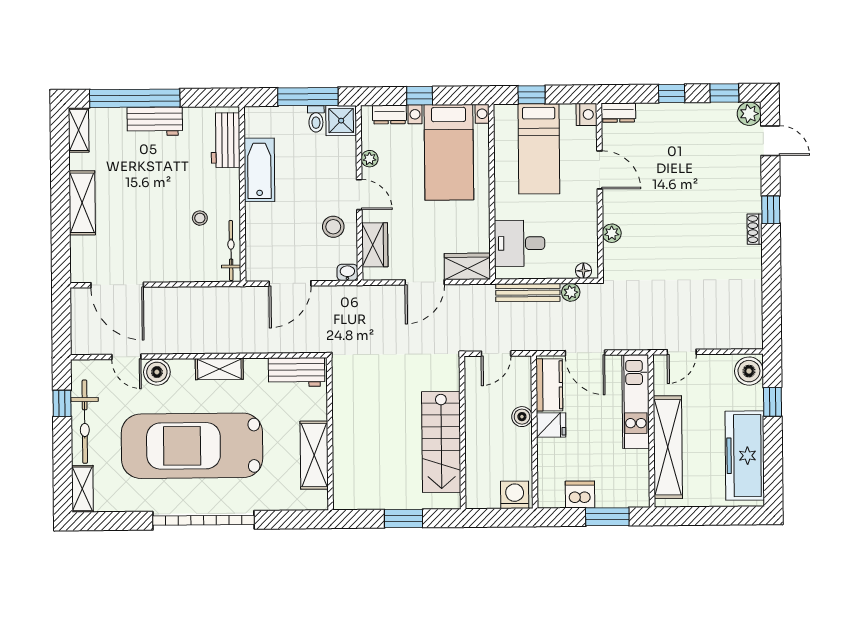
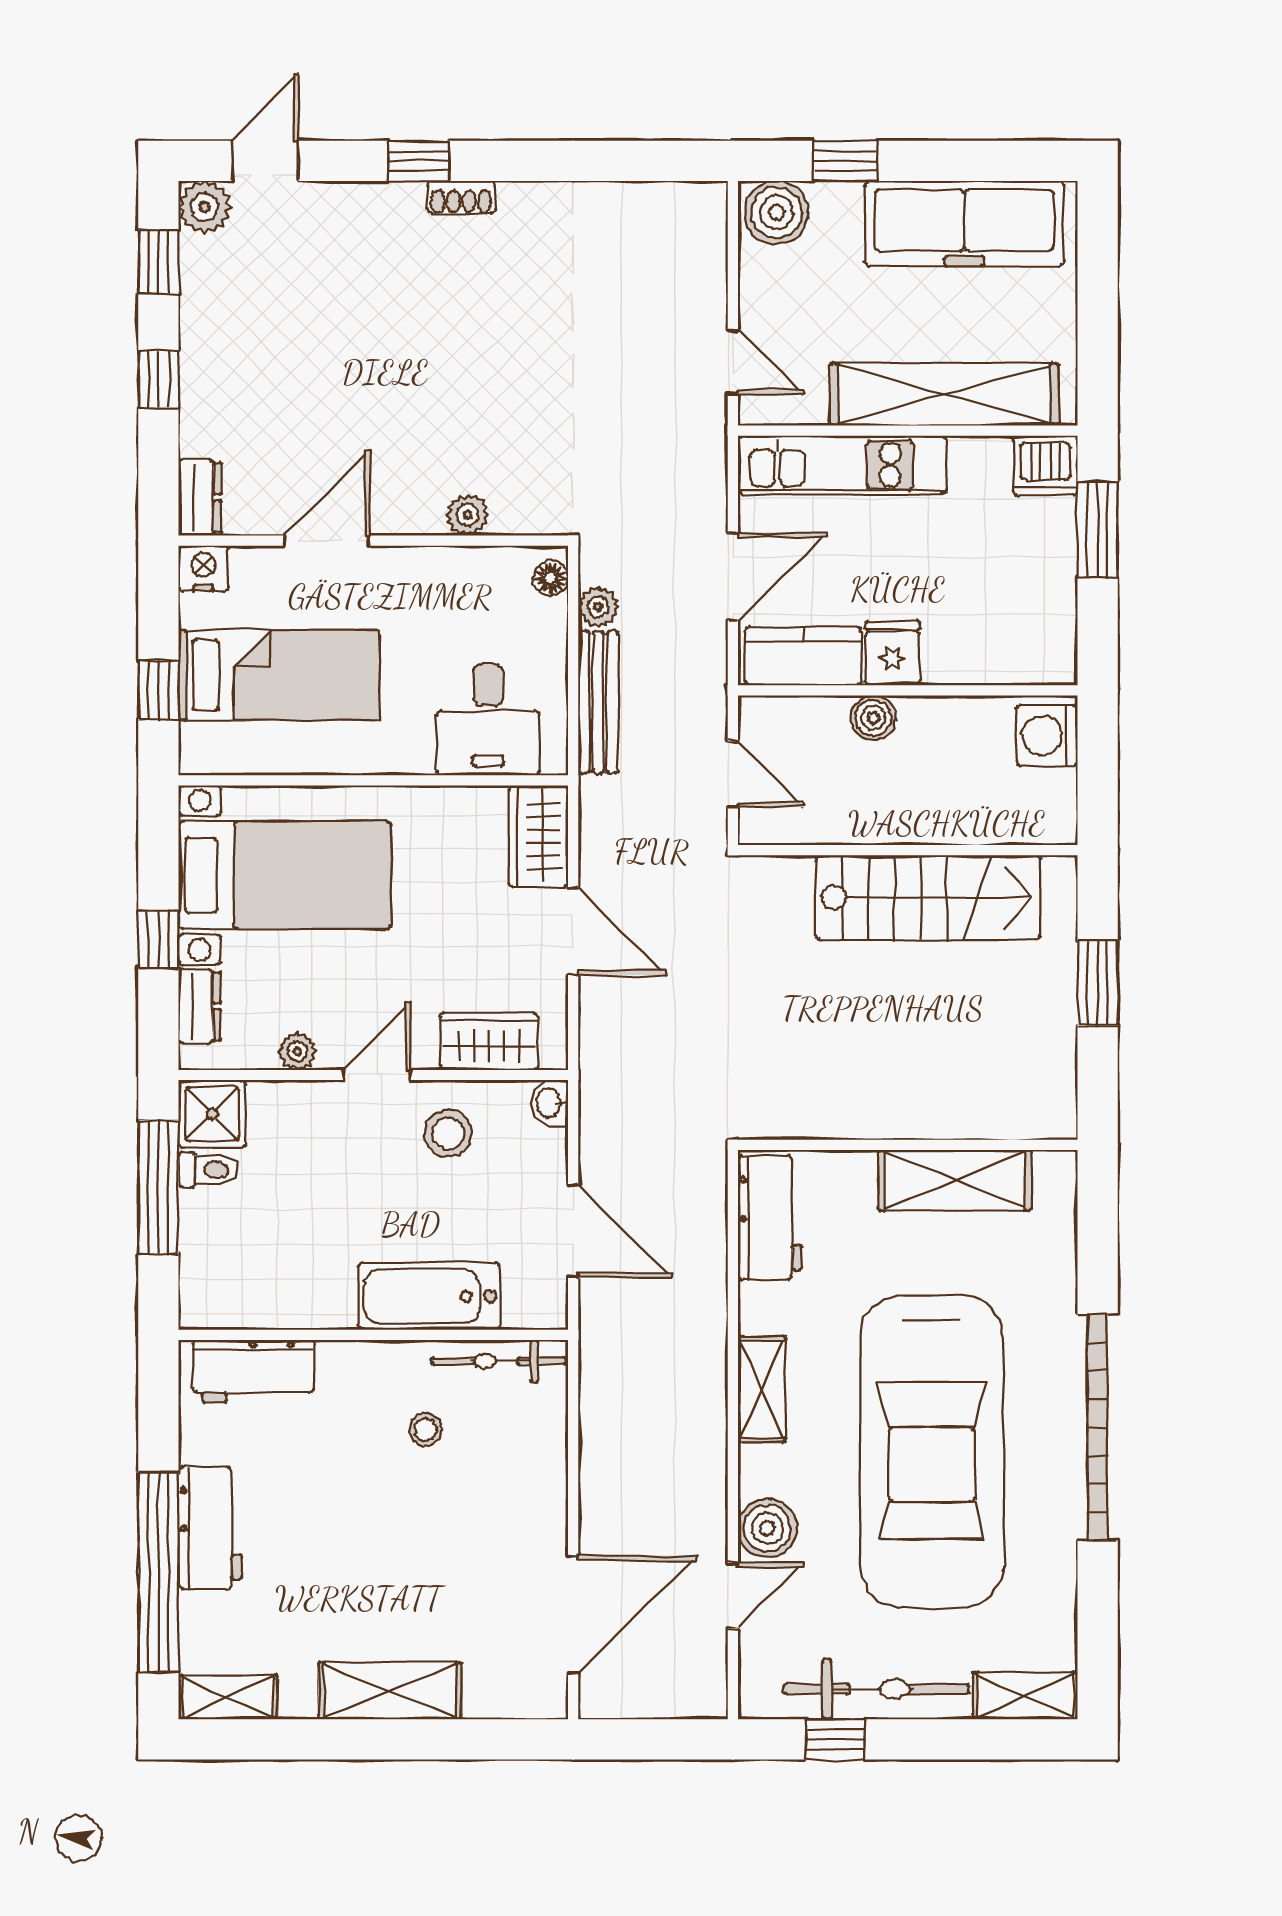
bathtub: (259, 170) -> (429, 1296), moved
dishwasher: (580, 495) -> (1046, 466), moved, turned -90

